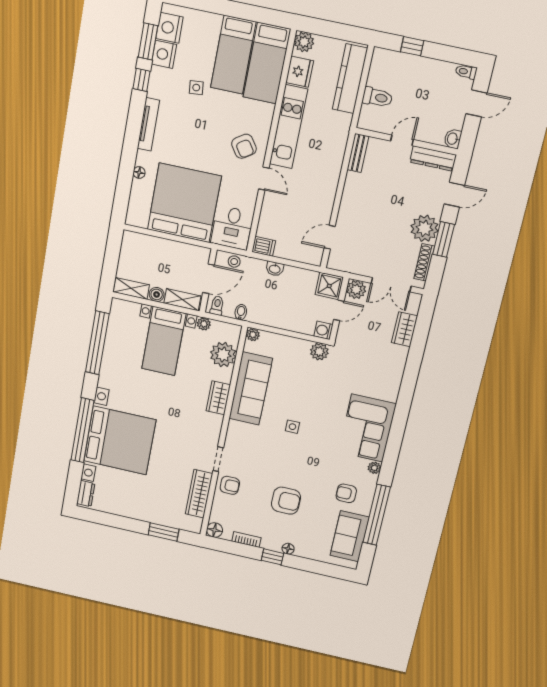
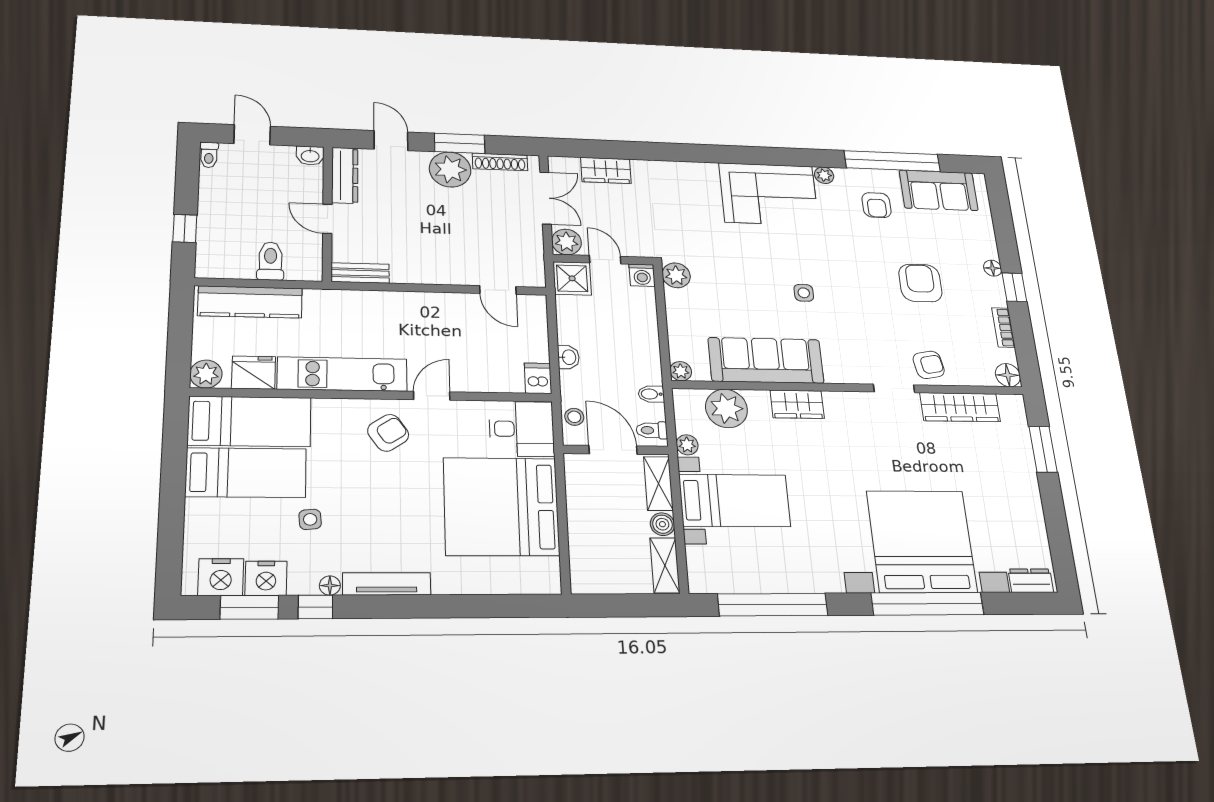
floor lamp: (139, 173) -> (330, 586), moved
armchair: (230, 485) -> (929, 365), turned 80

